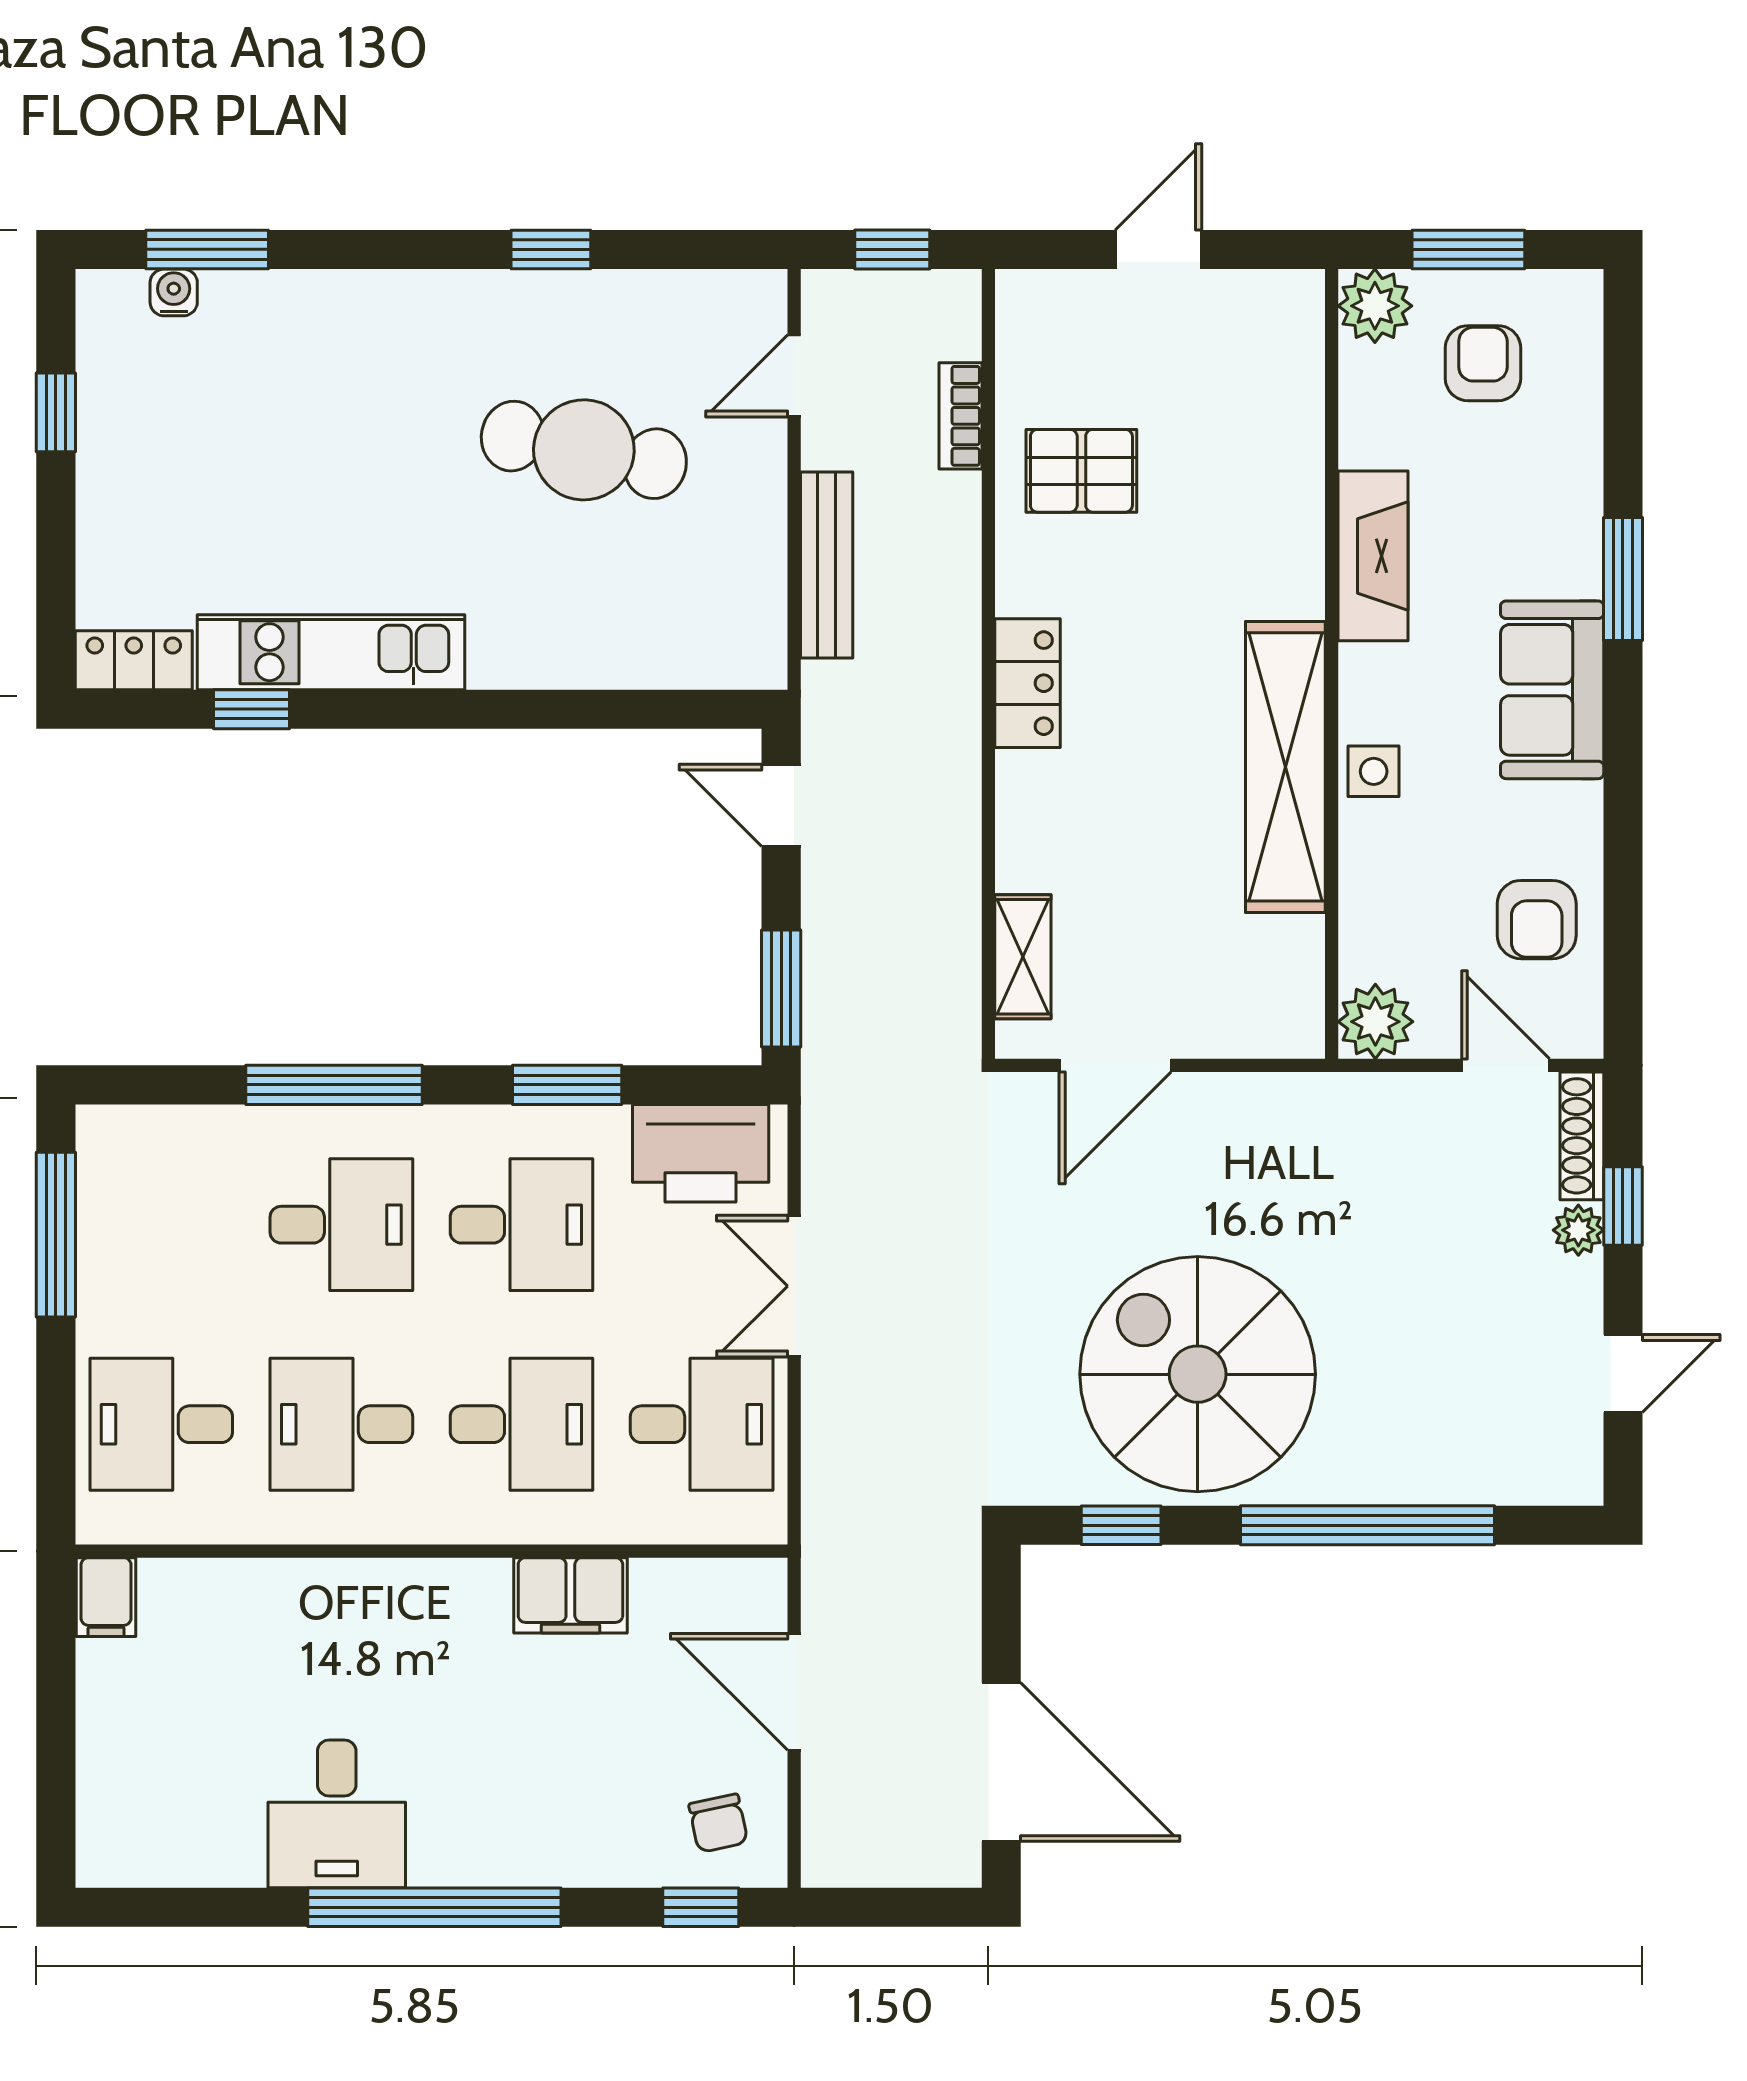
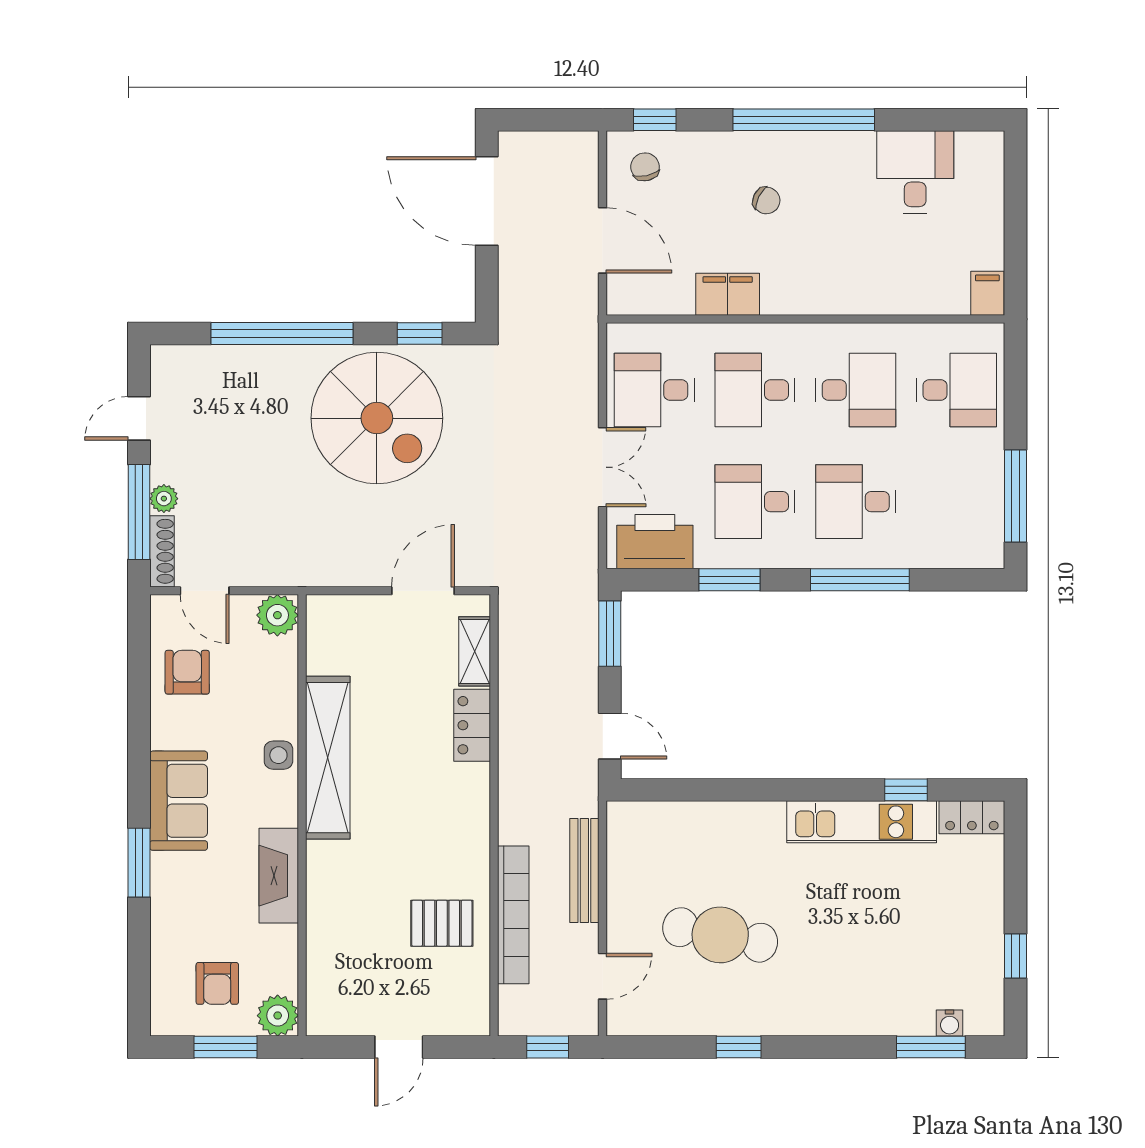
bookcase: (961, 416) -> (513, 915), width x2.31, depth x1.31
locker: (1027, 683) -> (472, 725), moved
window: (1623, 1206) -> (139, 512), width x2.17
chair: (501, 1763) -> (766, 201), added
desk: (337, 1814) -> (915, 172), moved

